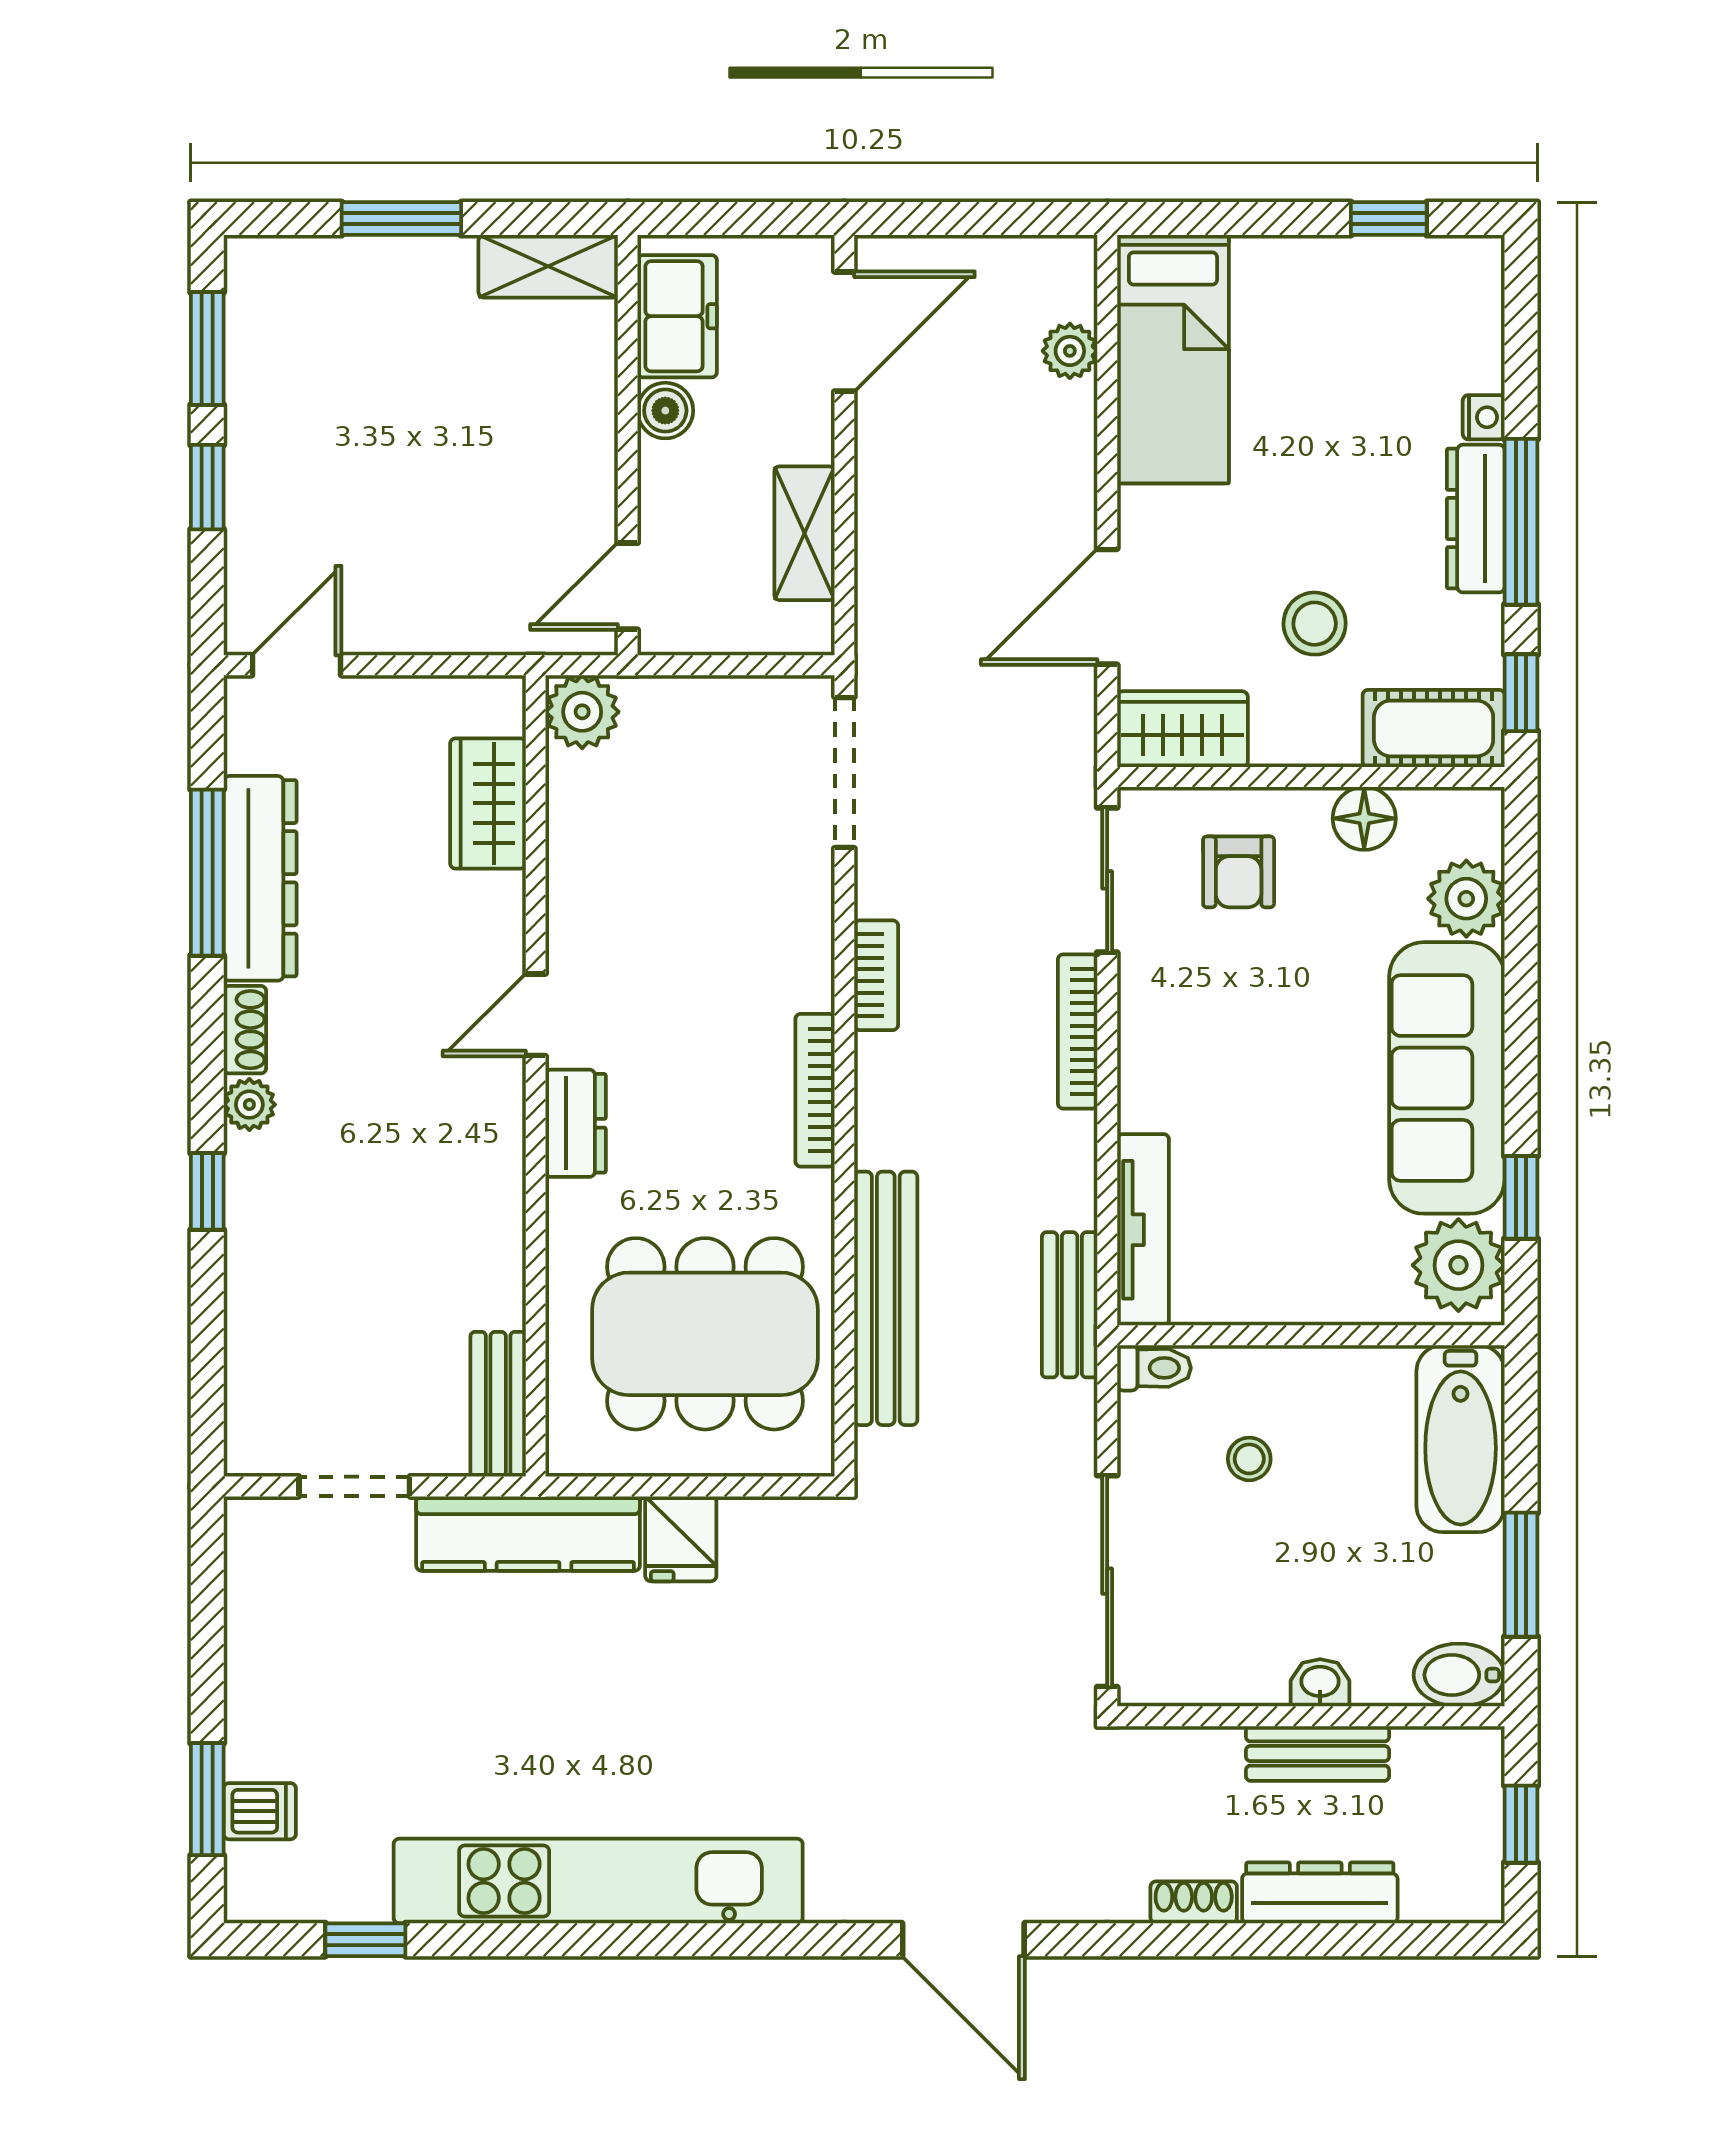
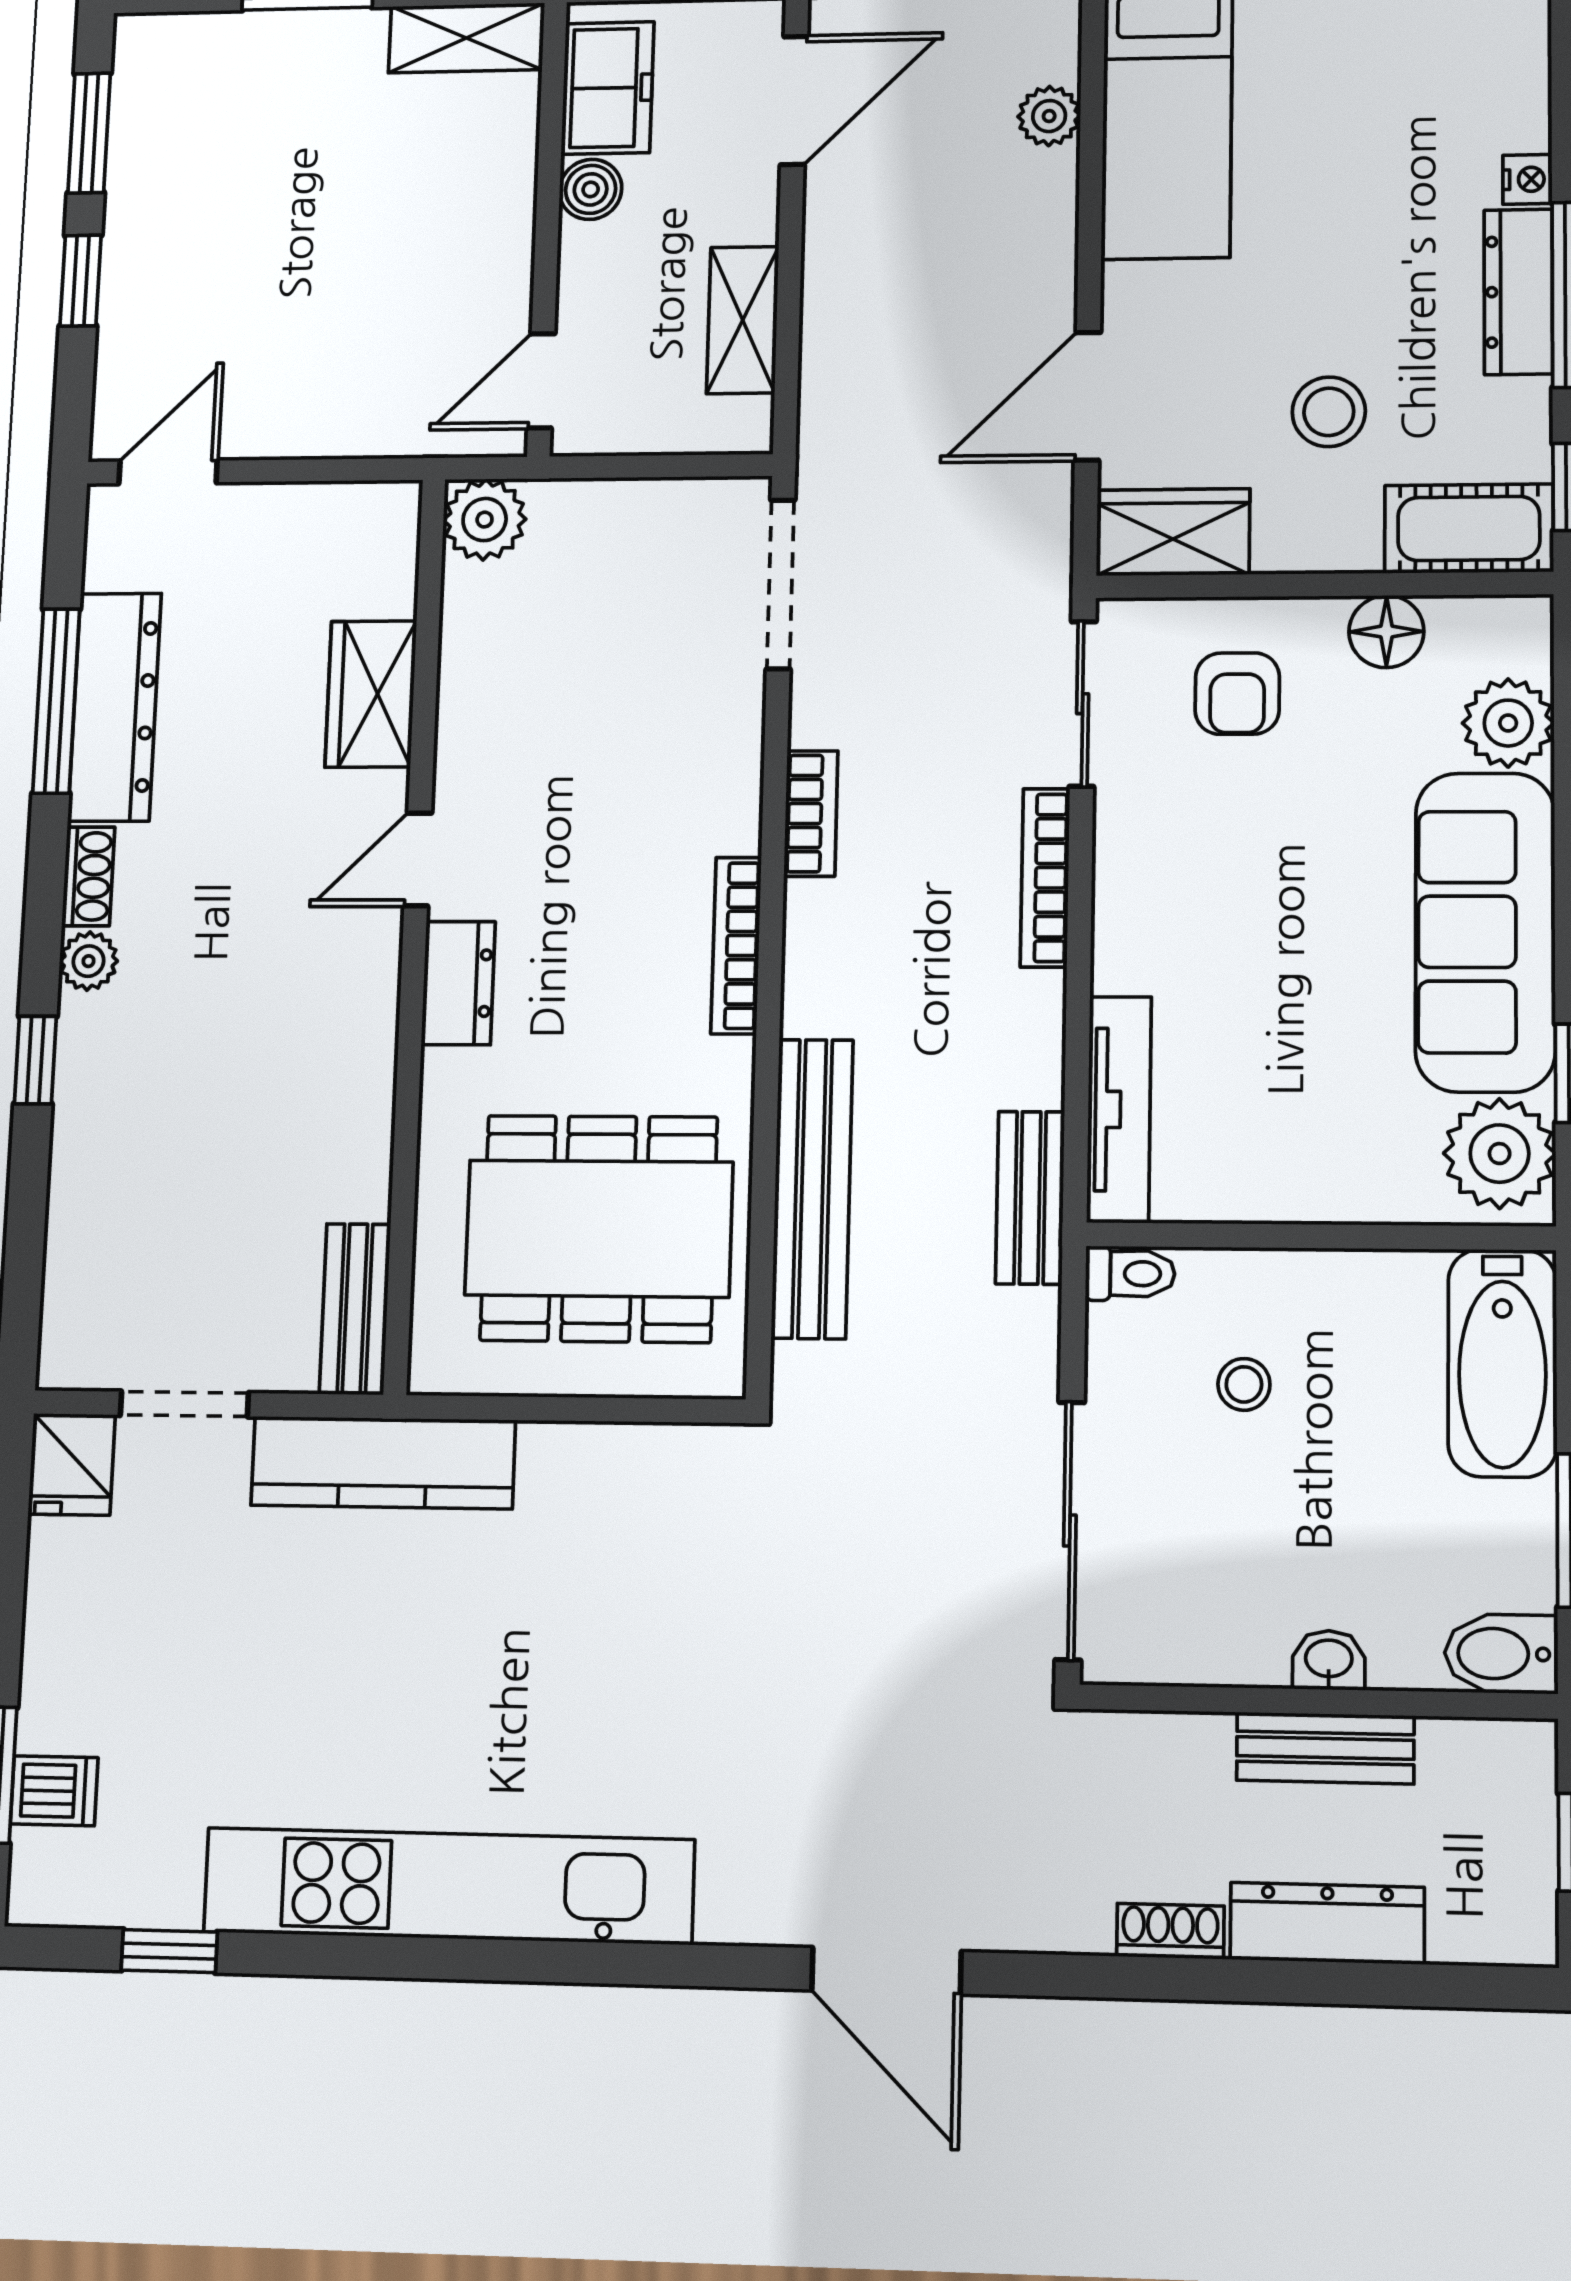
wardrobe: (488, 803) -> (371, 694), moved
fridge: (681, 1539) -> (72, 1464), moved

